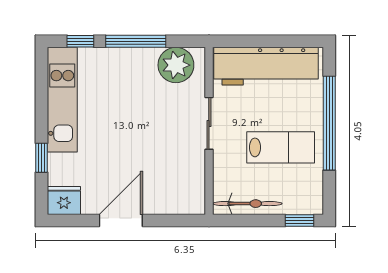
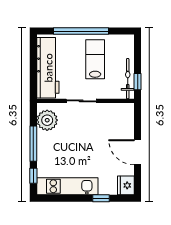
window: (300, 220) -> (138, 82), moved

